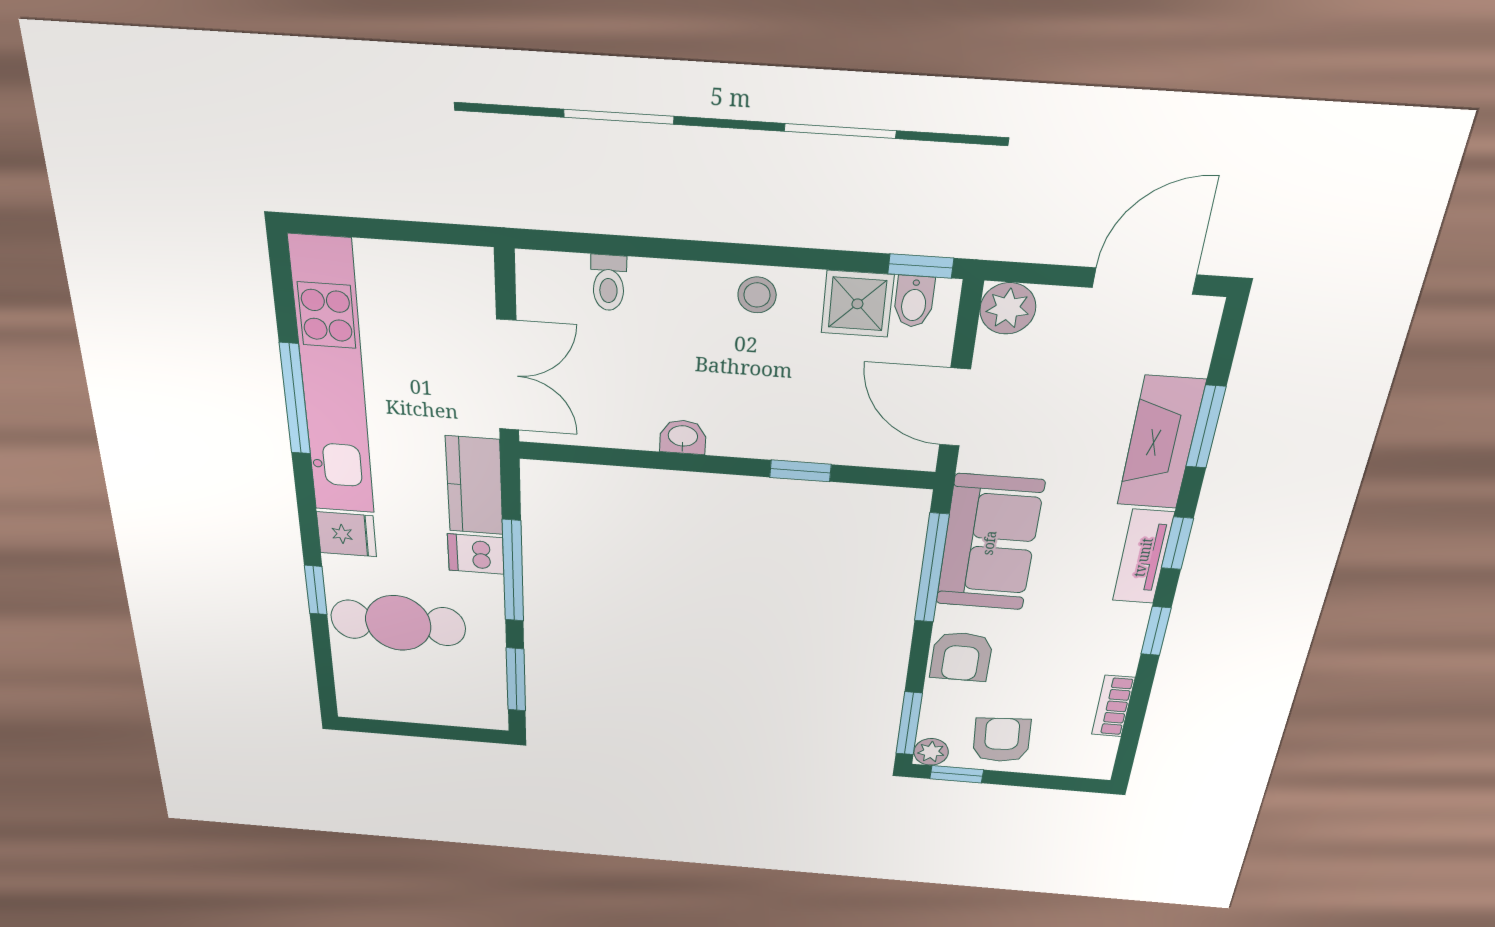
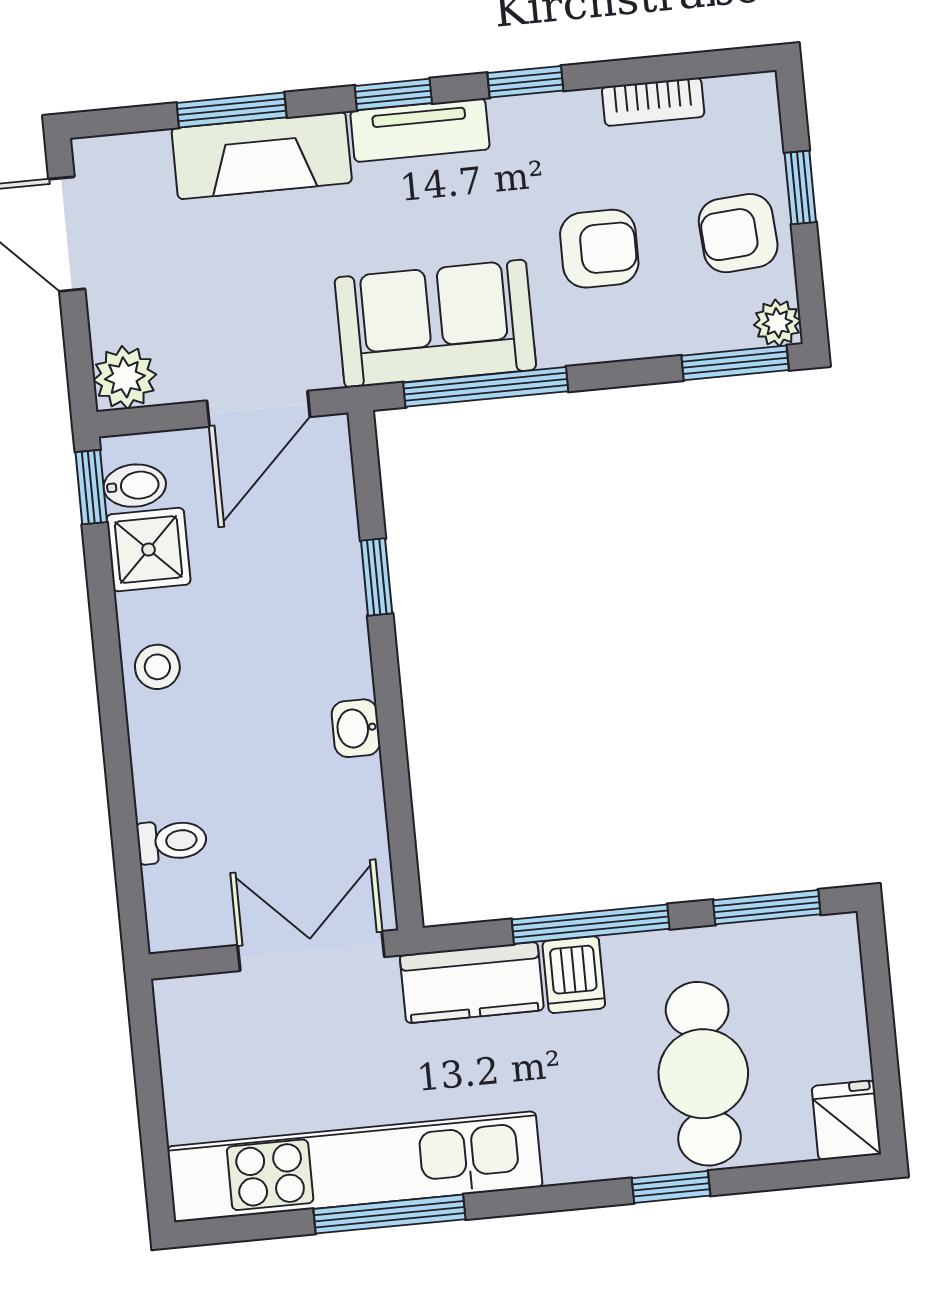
fridge: (347, 534) -> (846, 1120), moved
armchair: (961, 657) -> (599, 249), moved
window: (957, 774) -> (800, 188), moved

